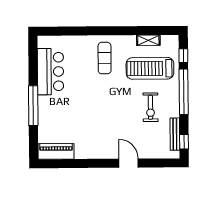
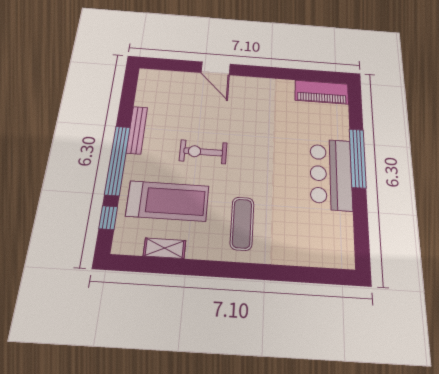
bar counter: (50, 72) -> (331, 174), moved
exercise bike: (150, 107) -> (203, 152), moved, turned -90
bench: (175, 134) -> (137, 130), moved
window: (184, 142) -> (129, 89), removed

